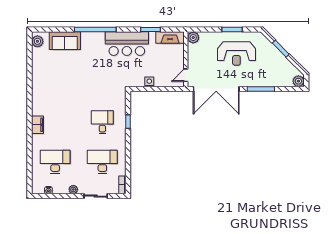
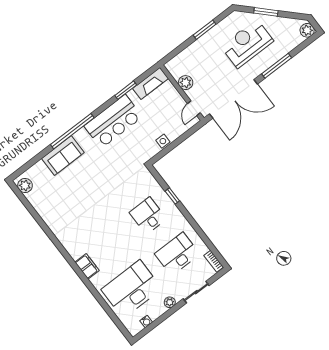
plant: (193, 38) -> (186, 83), moved
sofa: (65, 41) -> (63, 155), moved
reception desk: (236, 53) -> (247, 44), moved, turned 180
desk: (55, 162) -> (132, 289), width x1.36, depth x1.30

